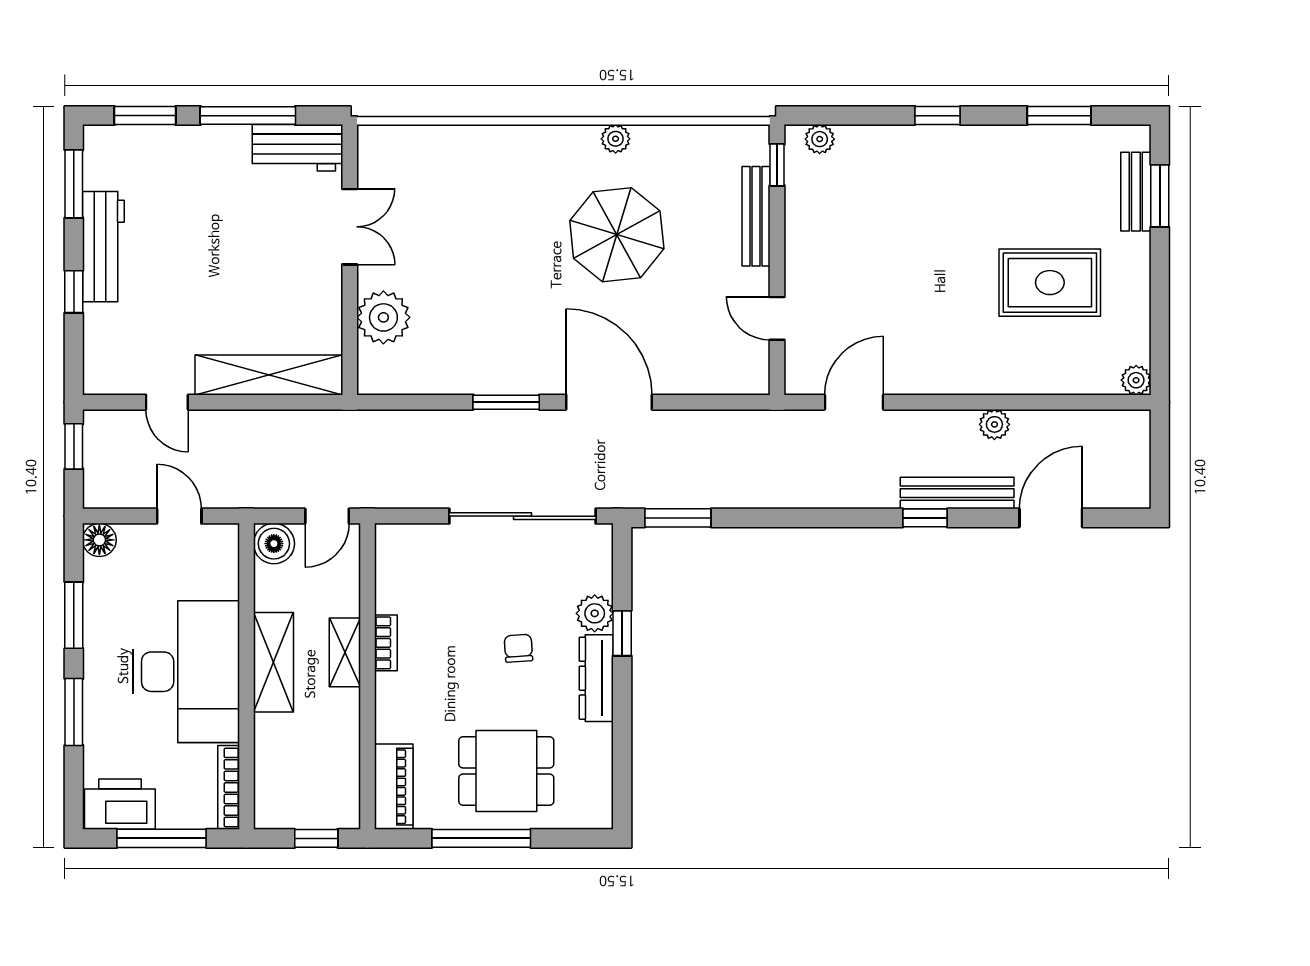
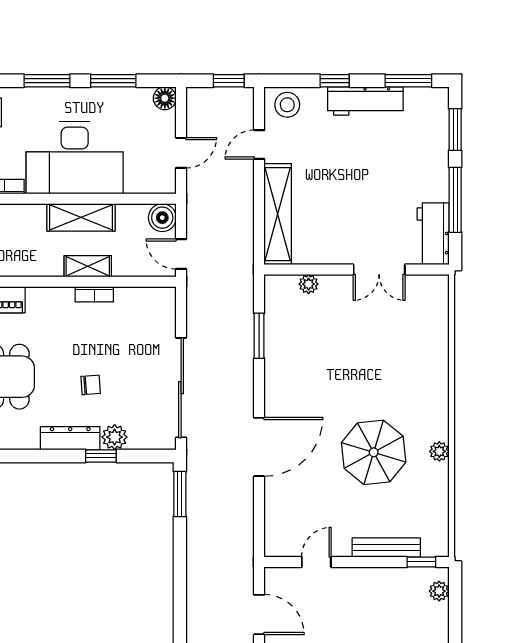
plant: (383, 317) -> (309, 284), width x0.53, depth x0.53
stool: (109, 361) -> (287, 105), added
window: (506, 402) -> (259, 336), moved

